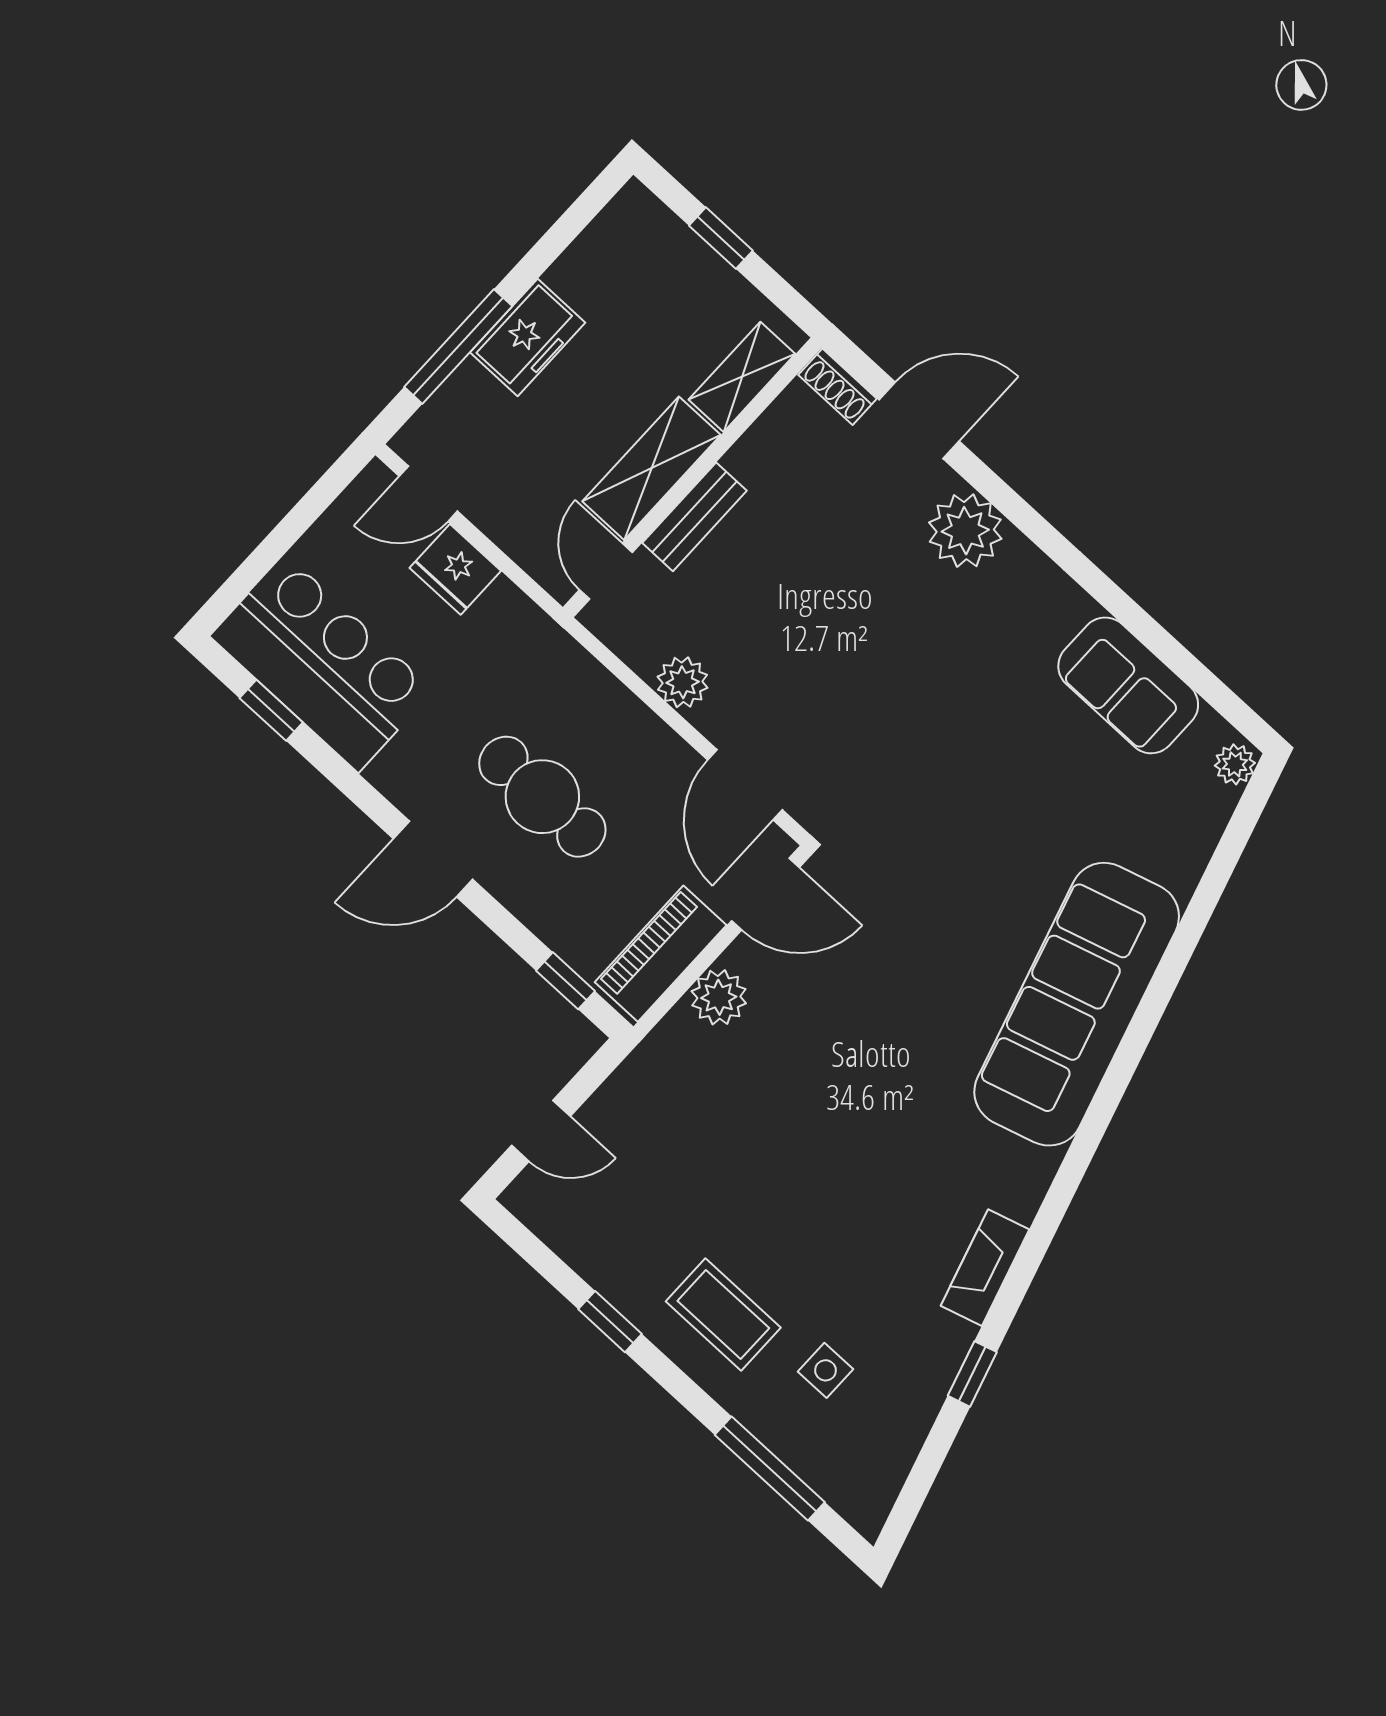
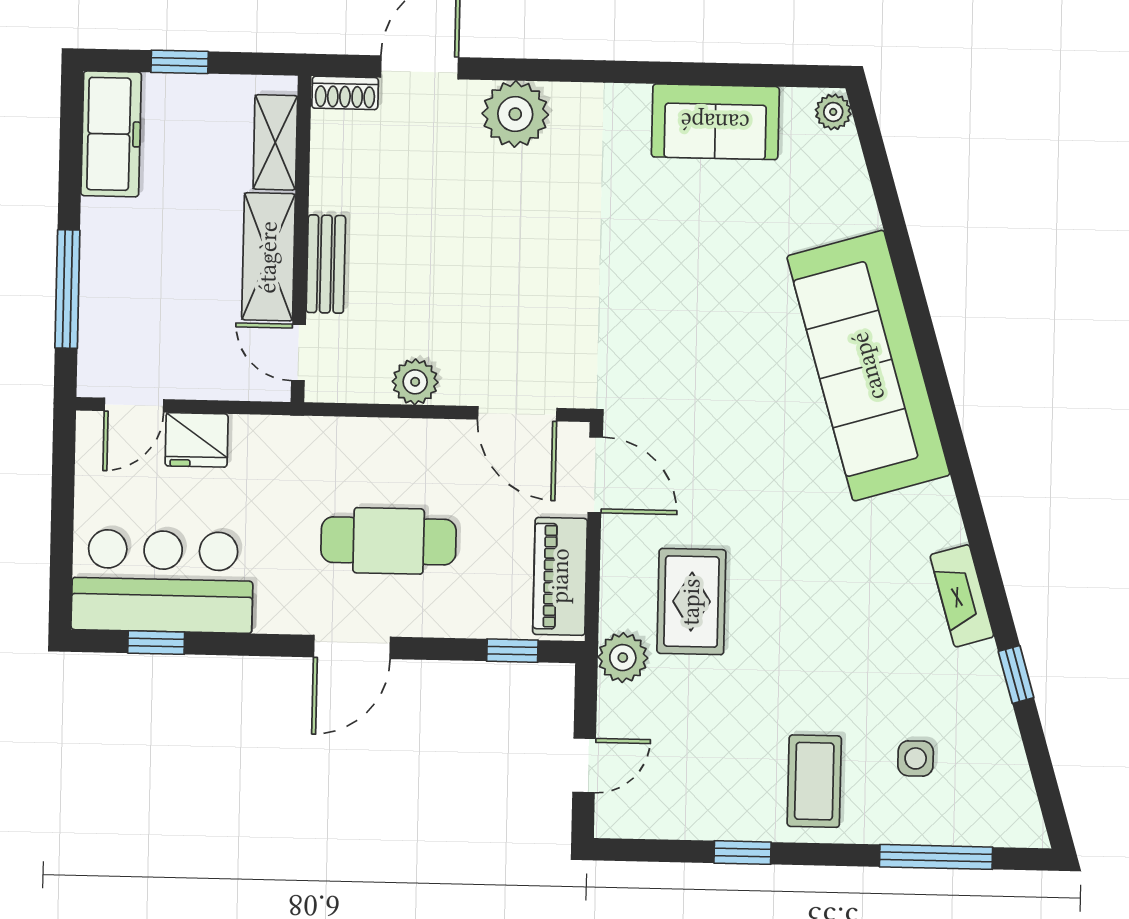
freezer: (528, 338) -> (111, 134), moved, width x1.40
door: (765, 894) -> (595, 475), hinge flipped
plant: (719, 997) -> (623, 658), moved
rug: (753, 1072) -> (691, 602), added
coffee table: (723, 1314) -> (814, 781), turned 90

